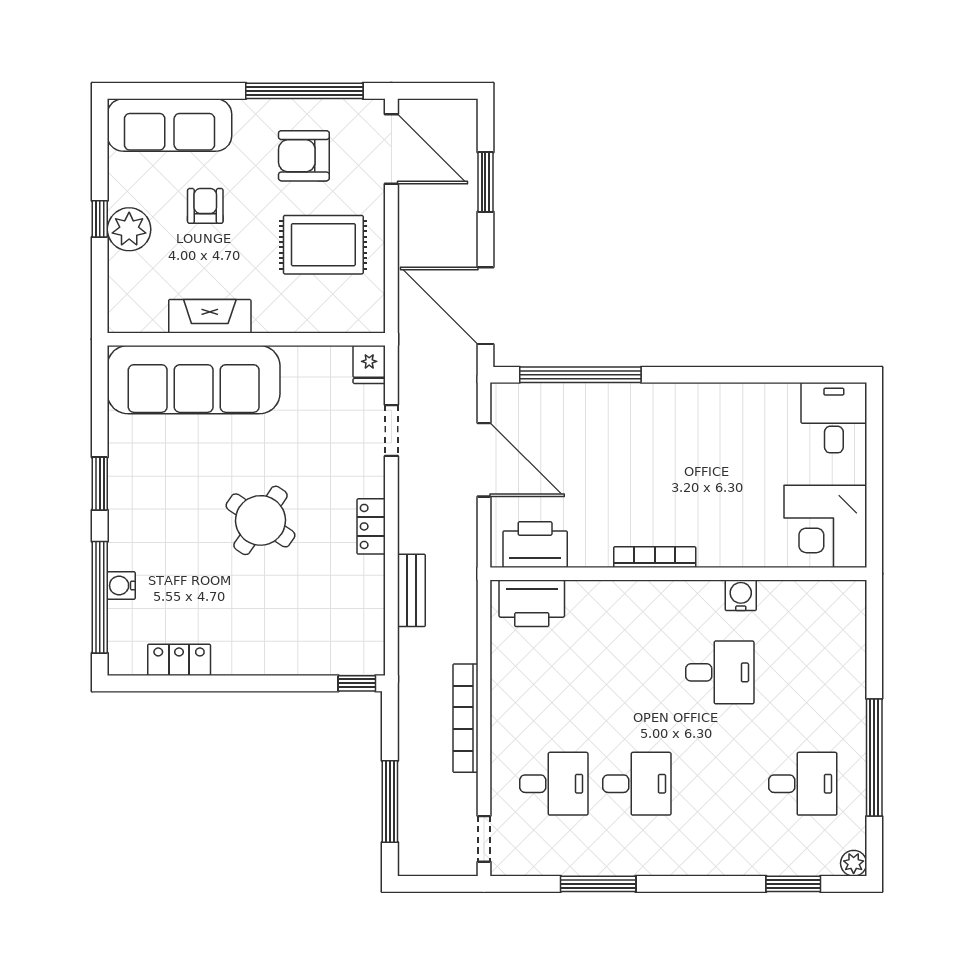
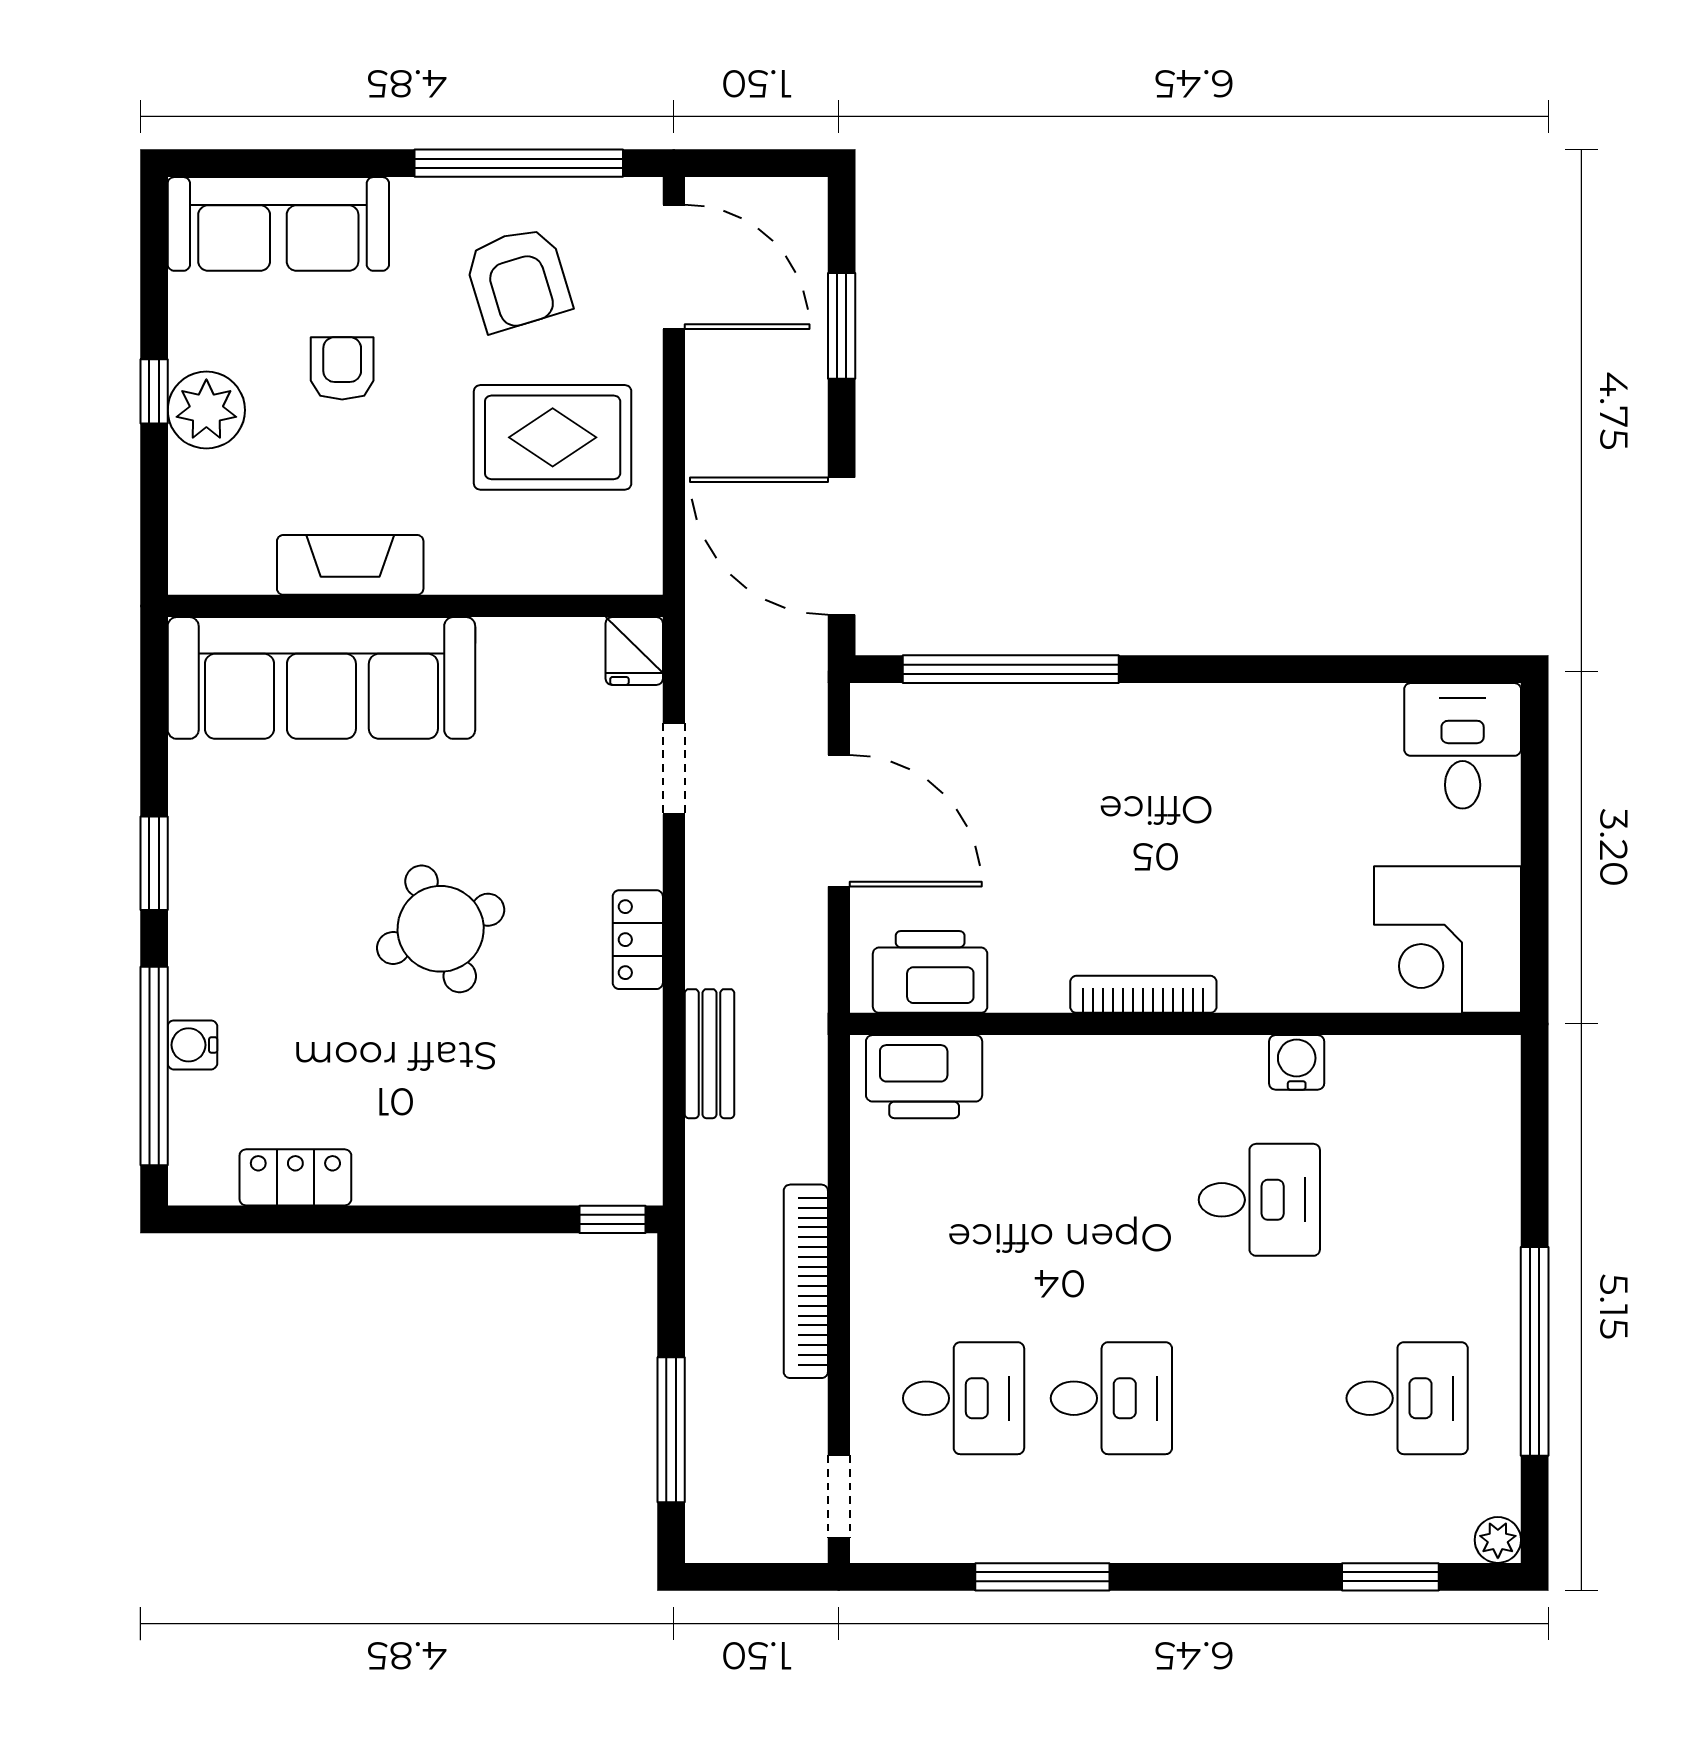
armchair: (304, 156) -> (518, 279), turned -107
round table: (261, 520) -> (441, 929), turned 34

